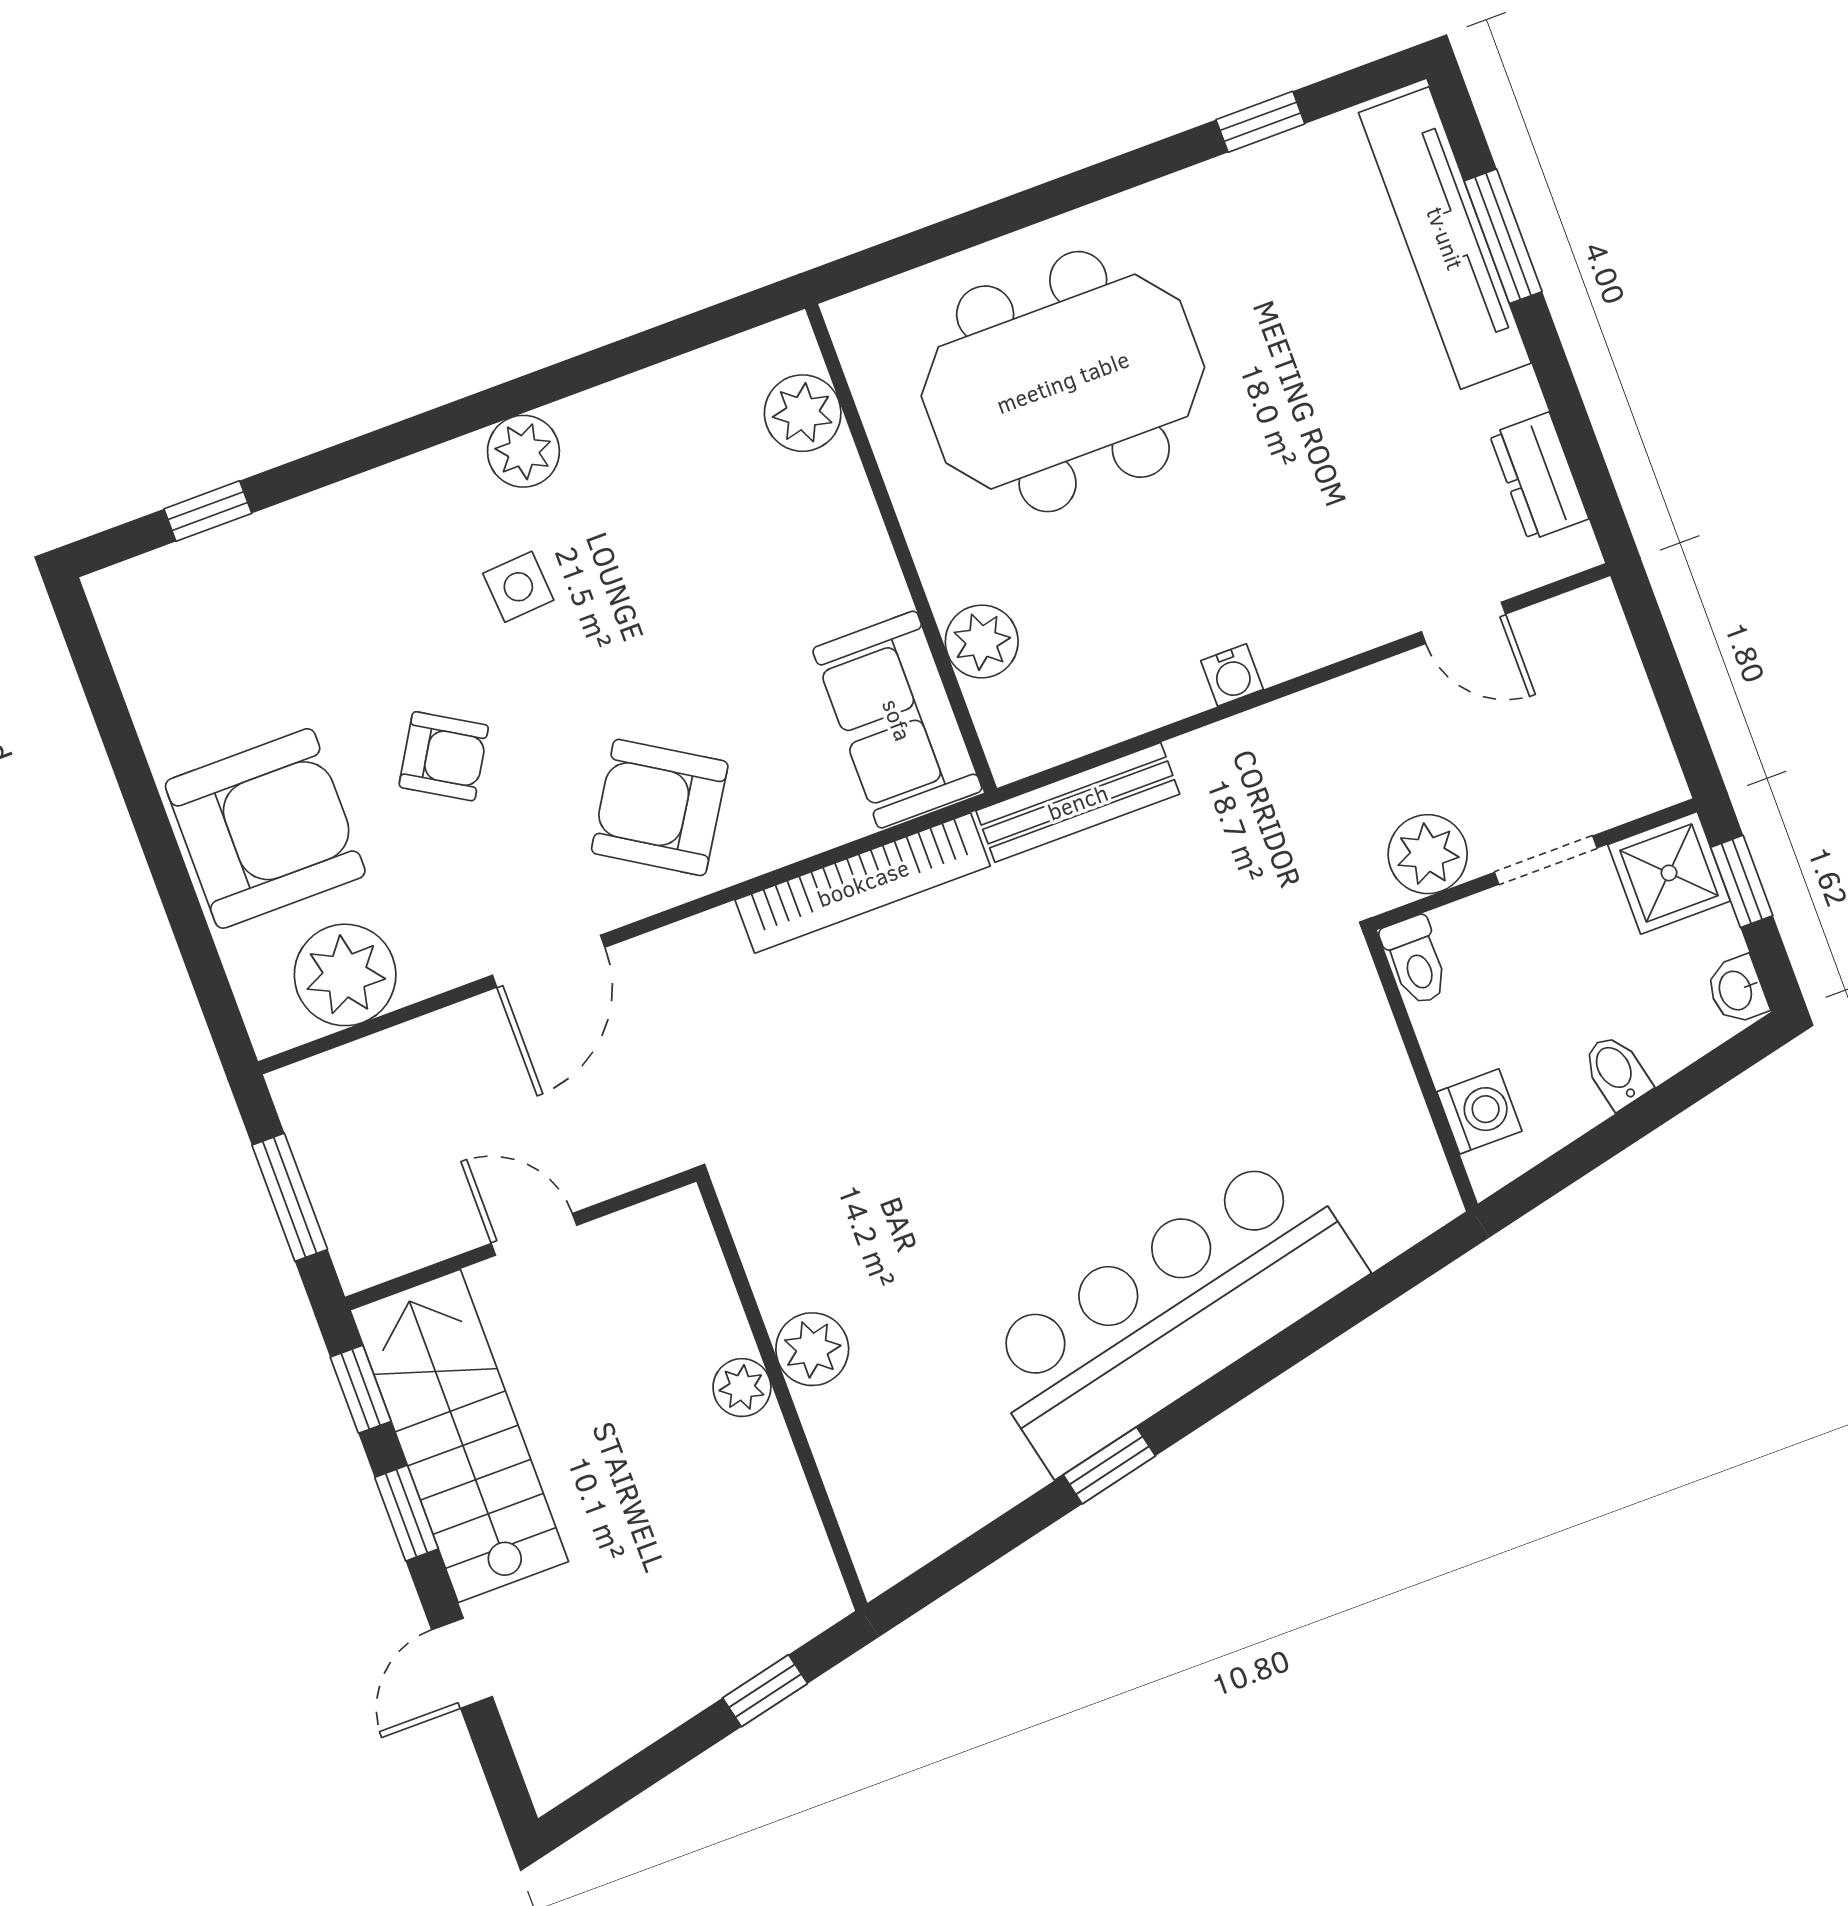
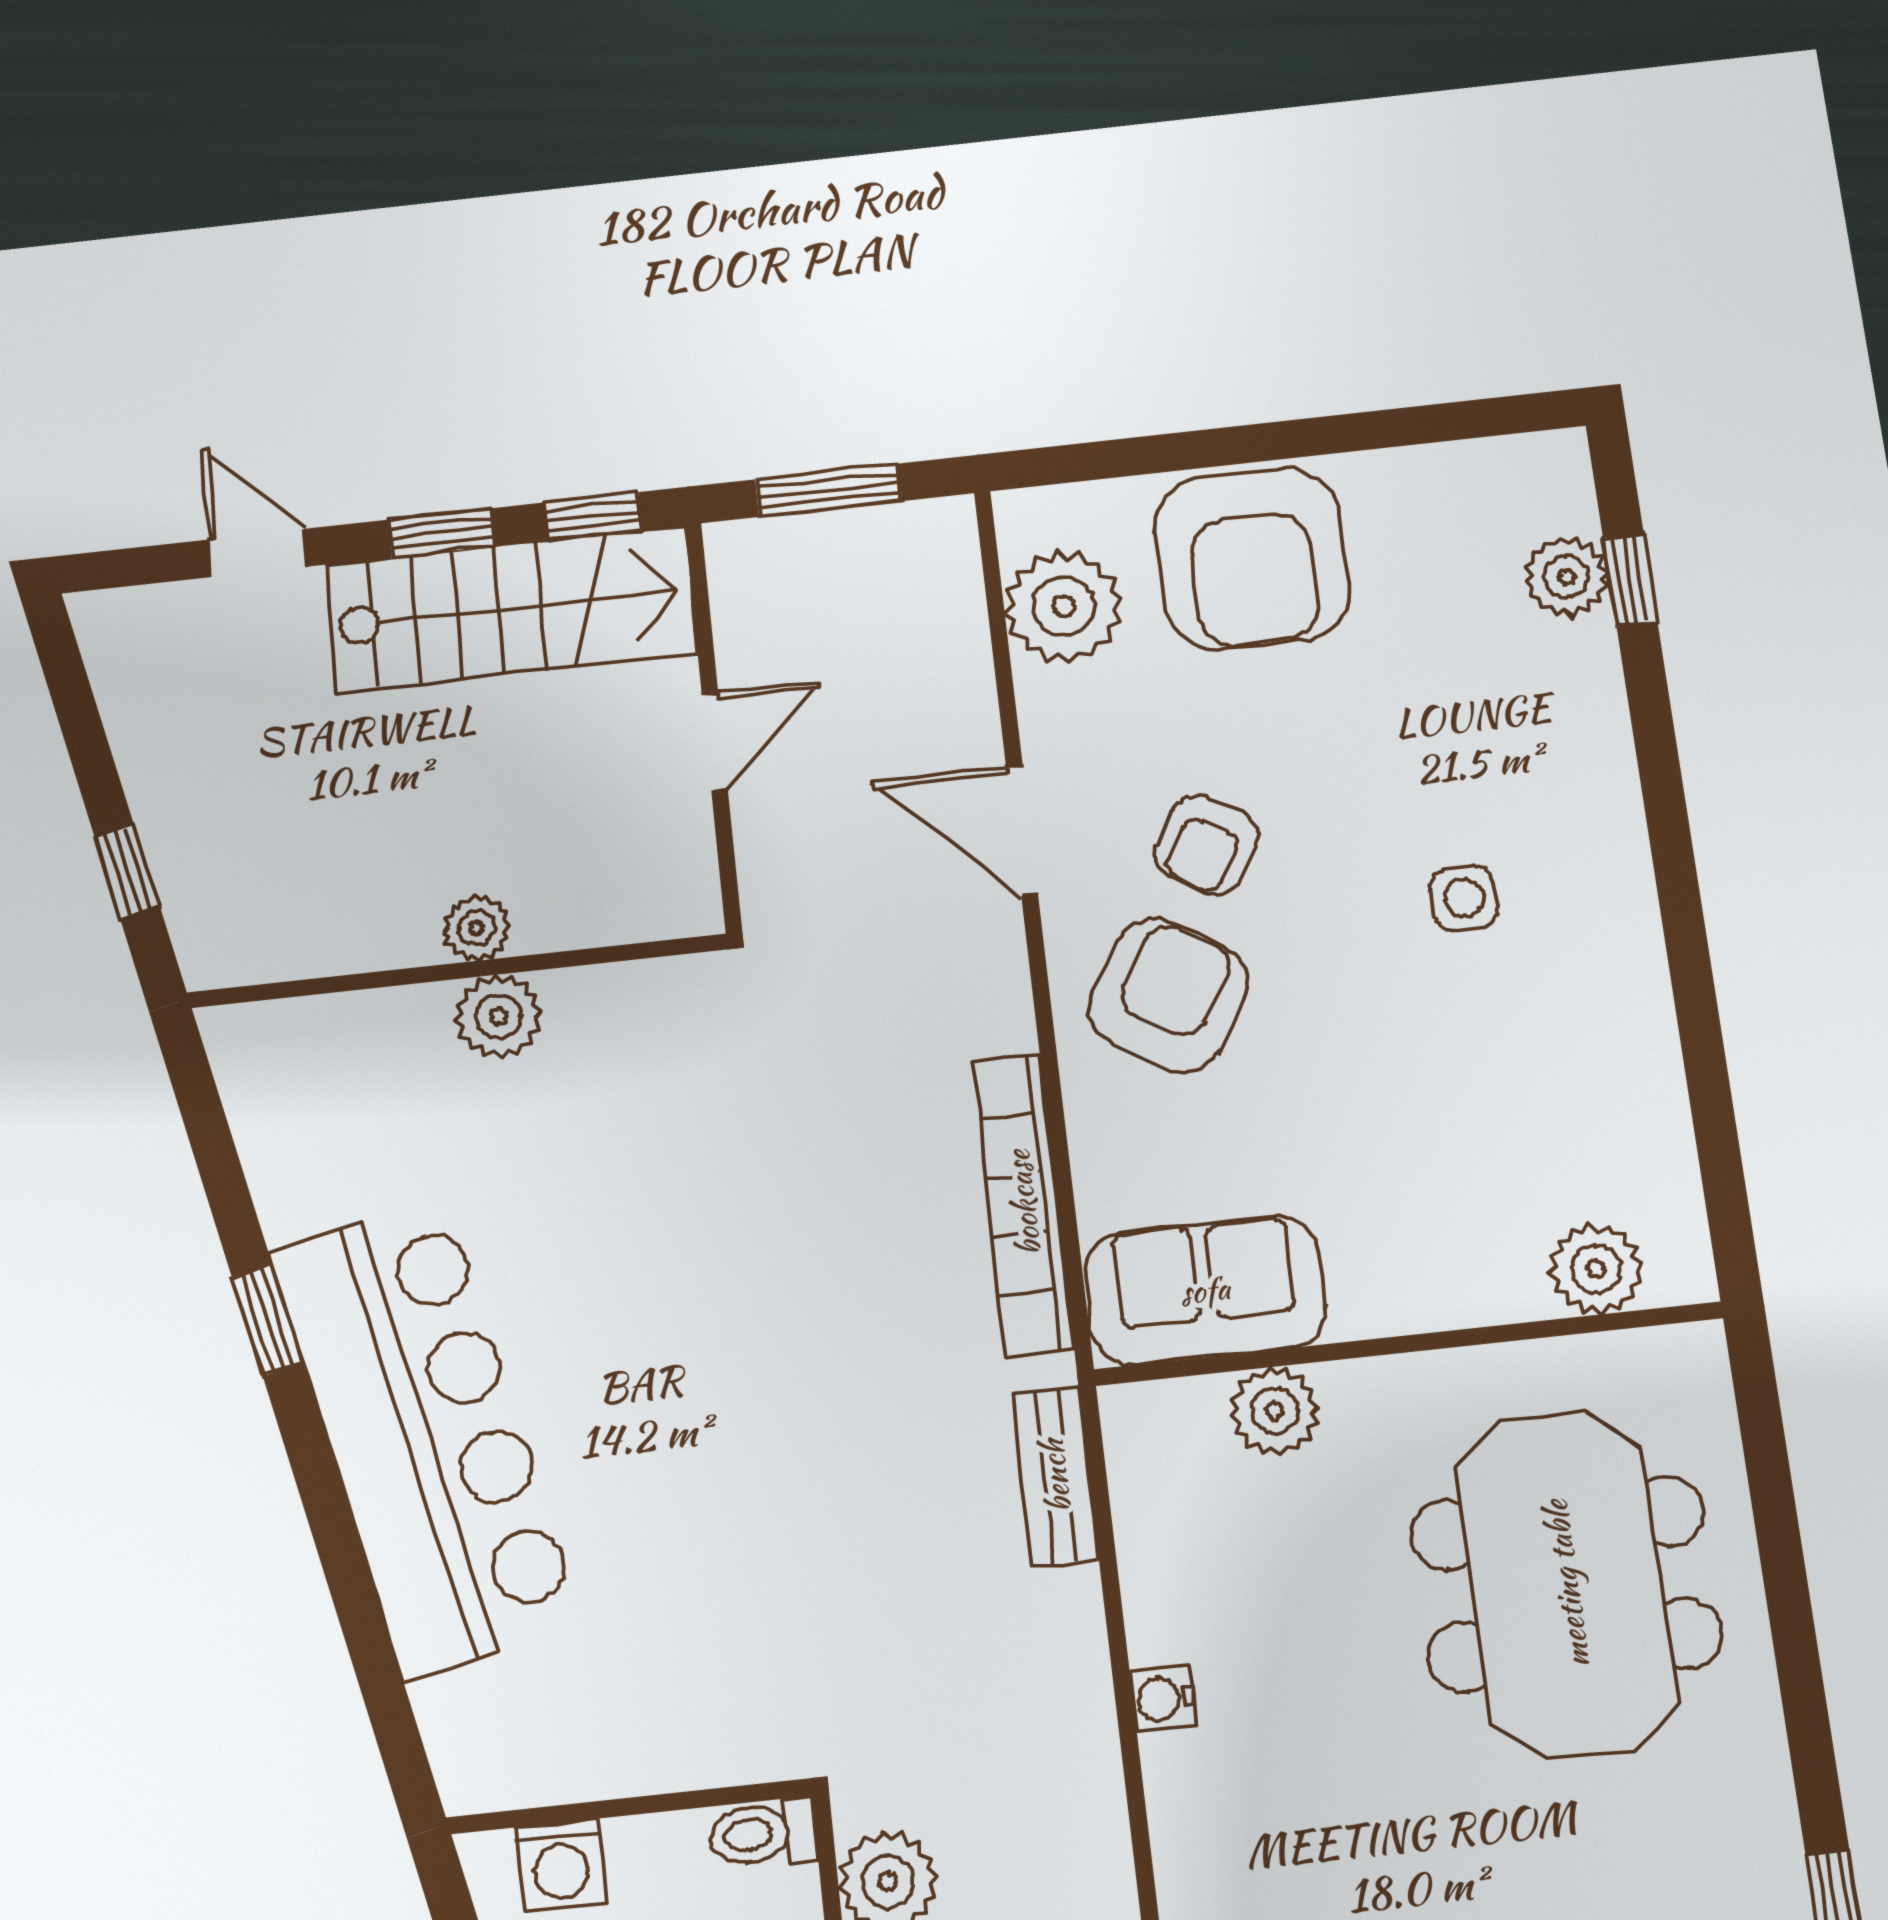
plant: (523, 451) -> (1566, 577), moved
armchair: (444, 756) -> (1207, 845), moved
bench: (1078, 802) -> (1055, 1476), width x0.73

